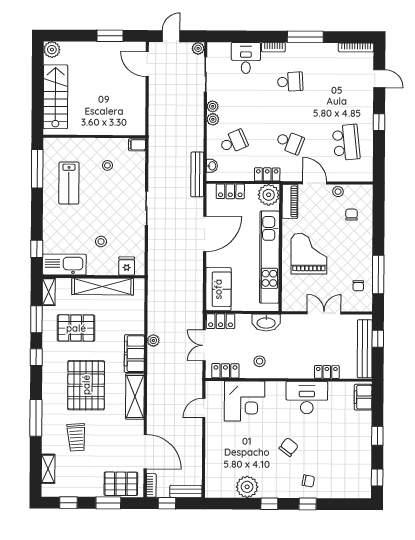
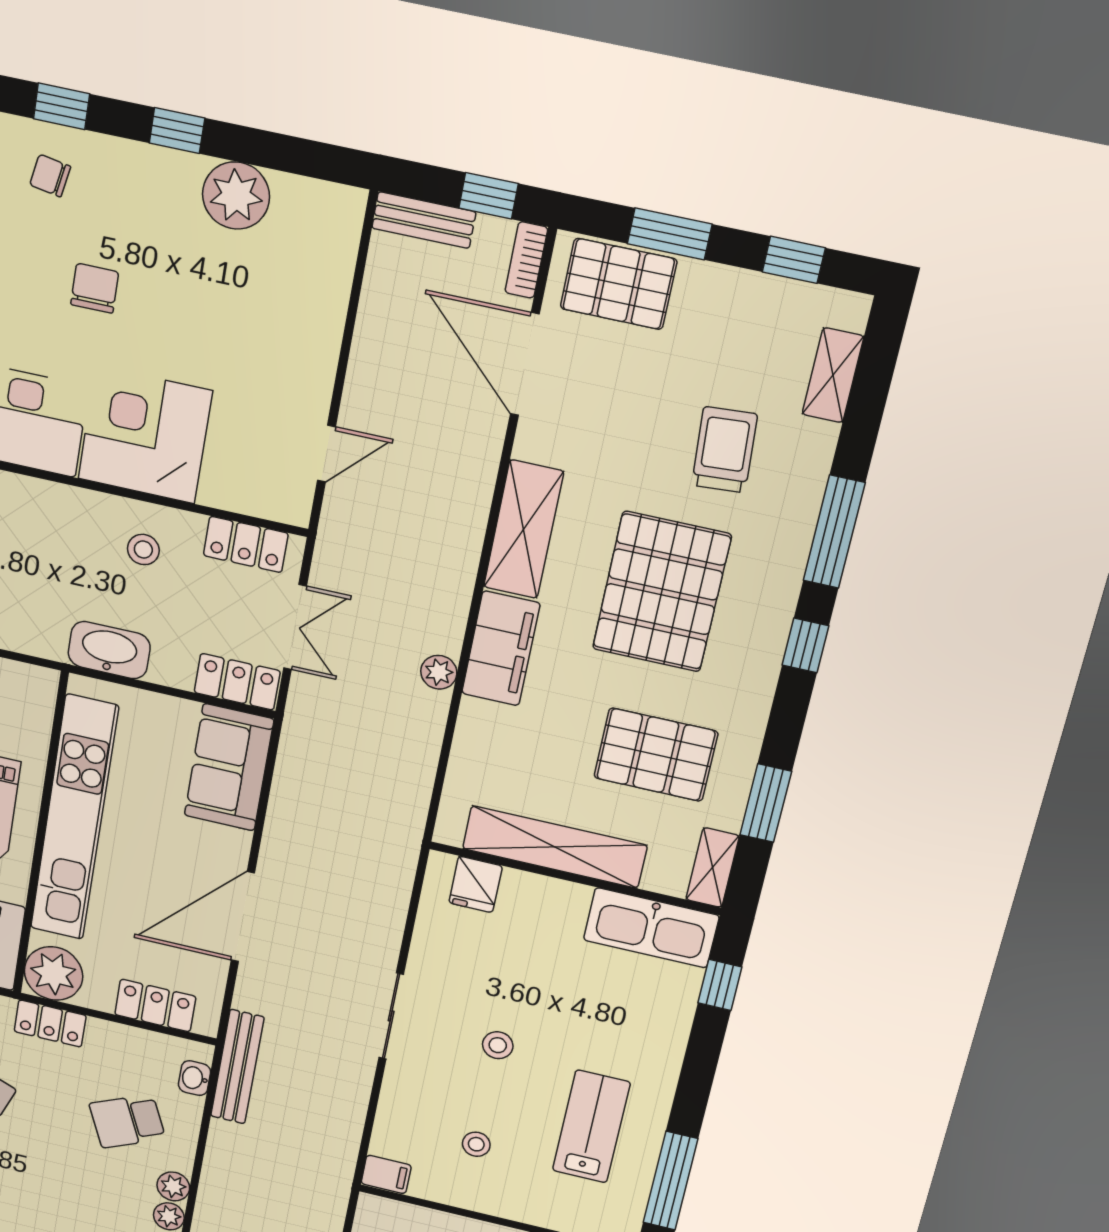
stool: (101, 241) -> (498, 1045), moved
window: (36, 357) -> (805, 645), moved
corner desk: (245, 401) -> (145, 435), moved
chair: (289, 447) -> (95, 288), turned 143

